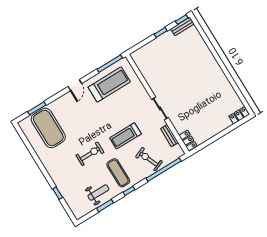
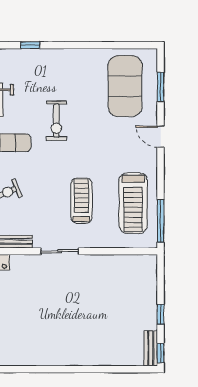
door: (75, 85) -> (161, 137), moved
exercise mat: (48, 128) -> (125, 86), turned 90
treadmill: (125, 136) -> (81, 201), moved

